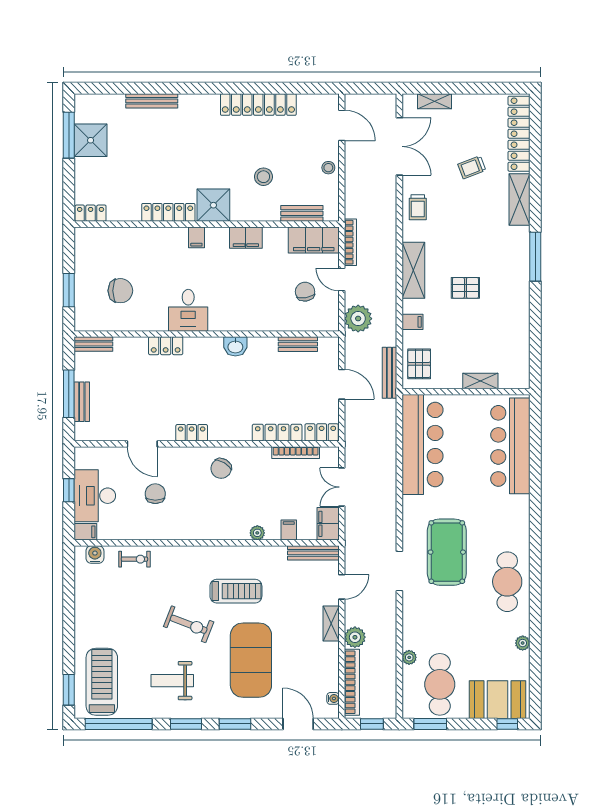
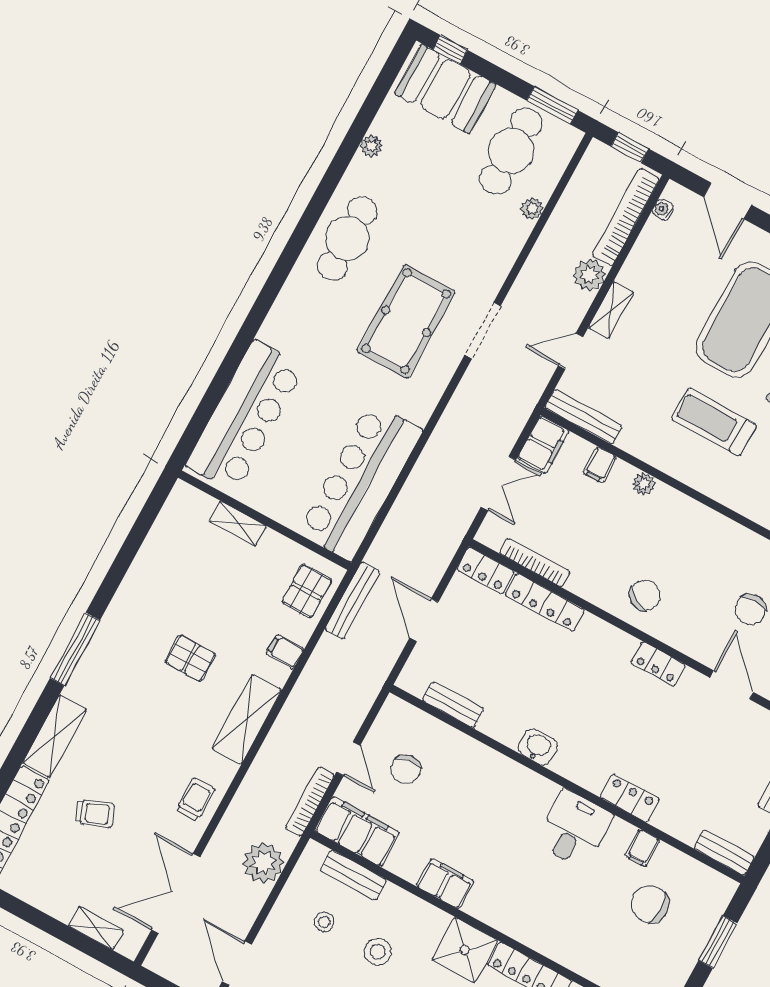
stool: (328, 168) -> (324, 922), moved
filing cabinet: (196, 237) -> (642, 848), moved, turned 180
plant: (358, 319) -> (263, 863), moved

